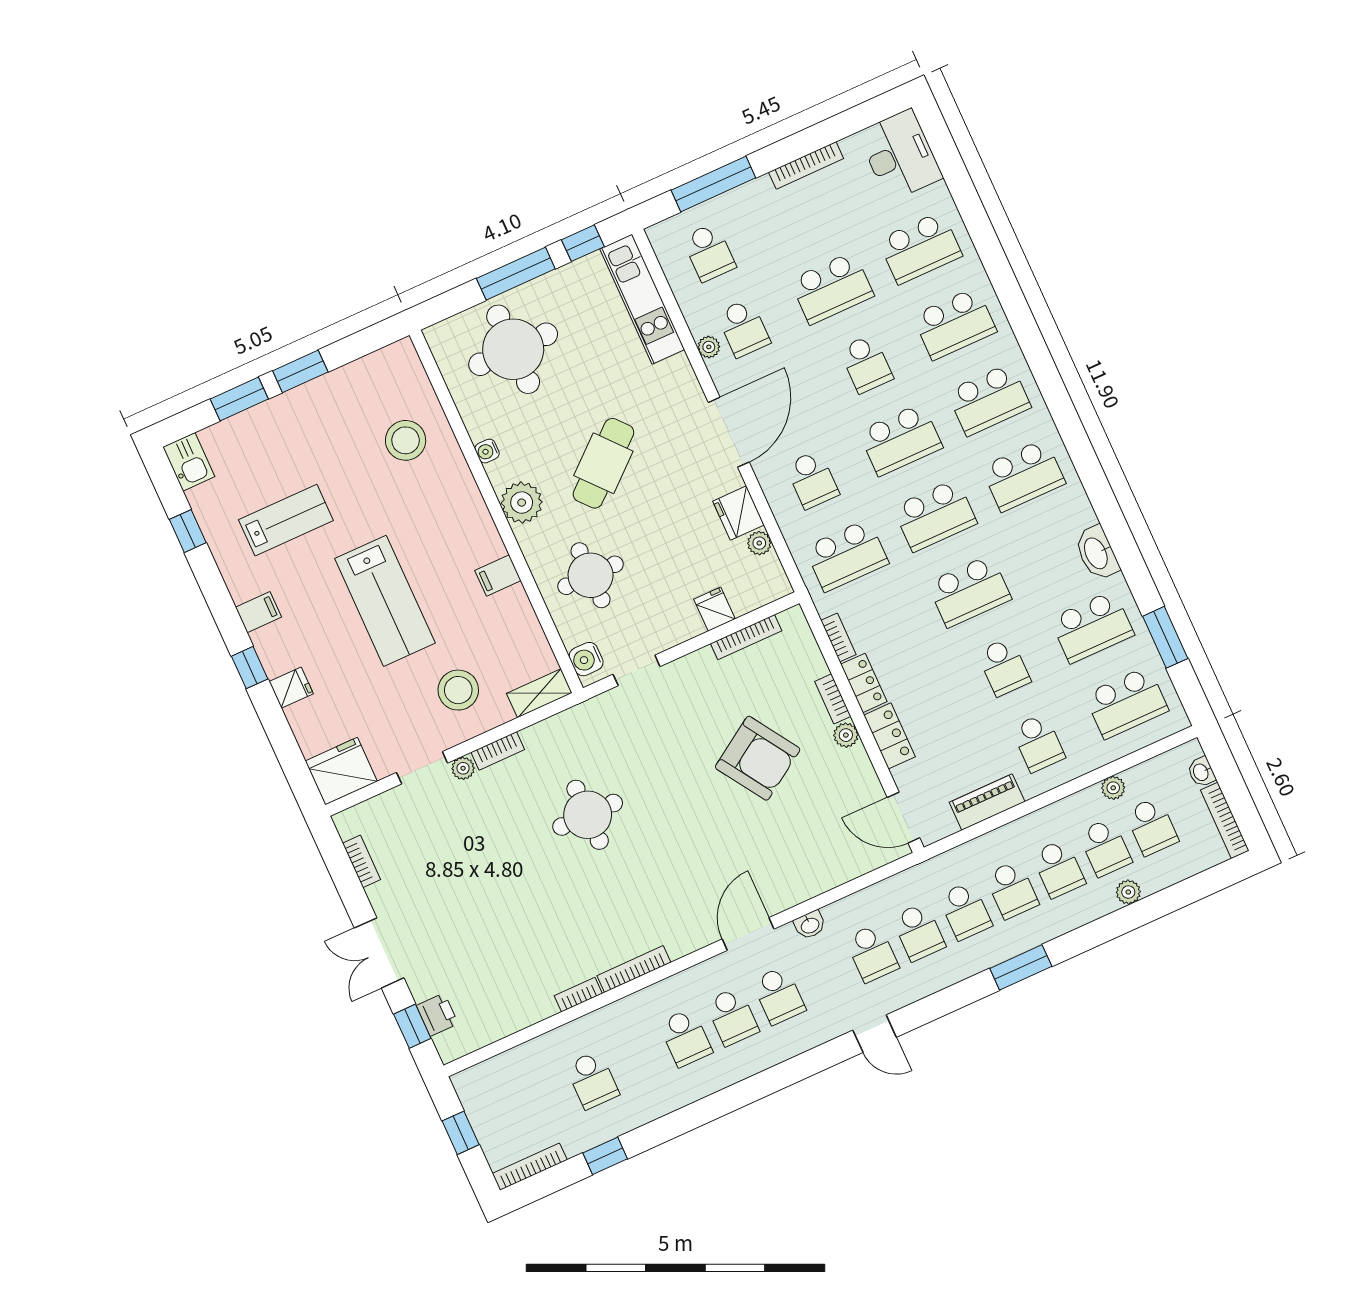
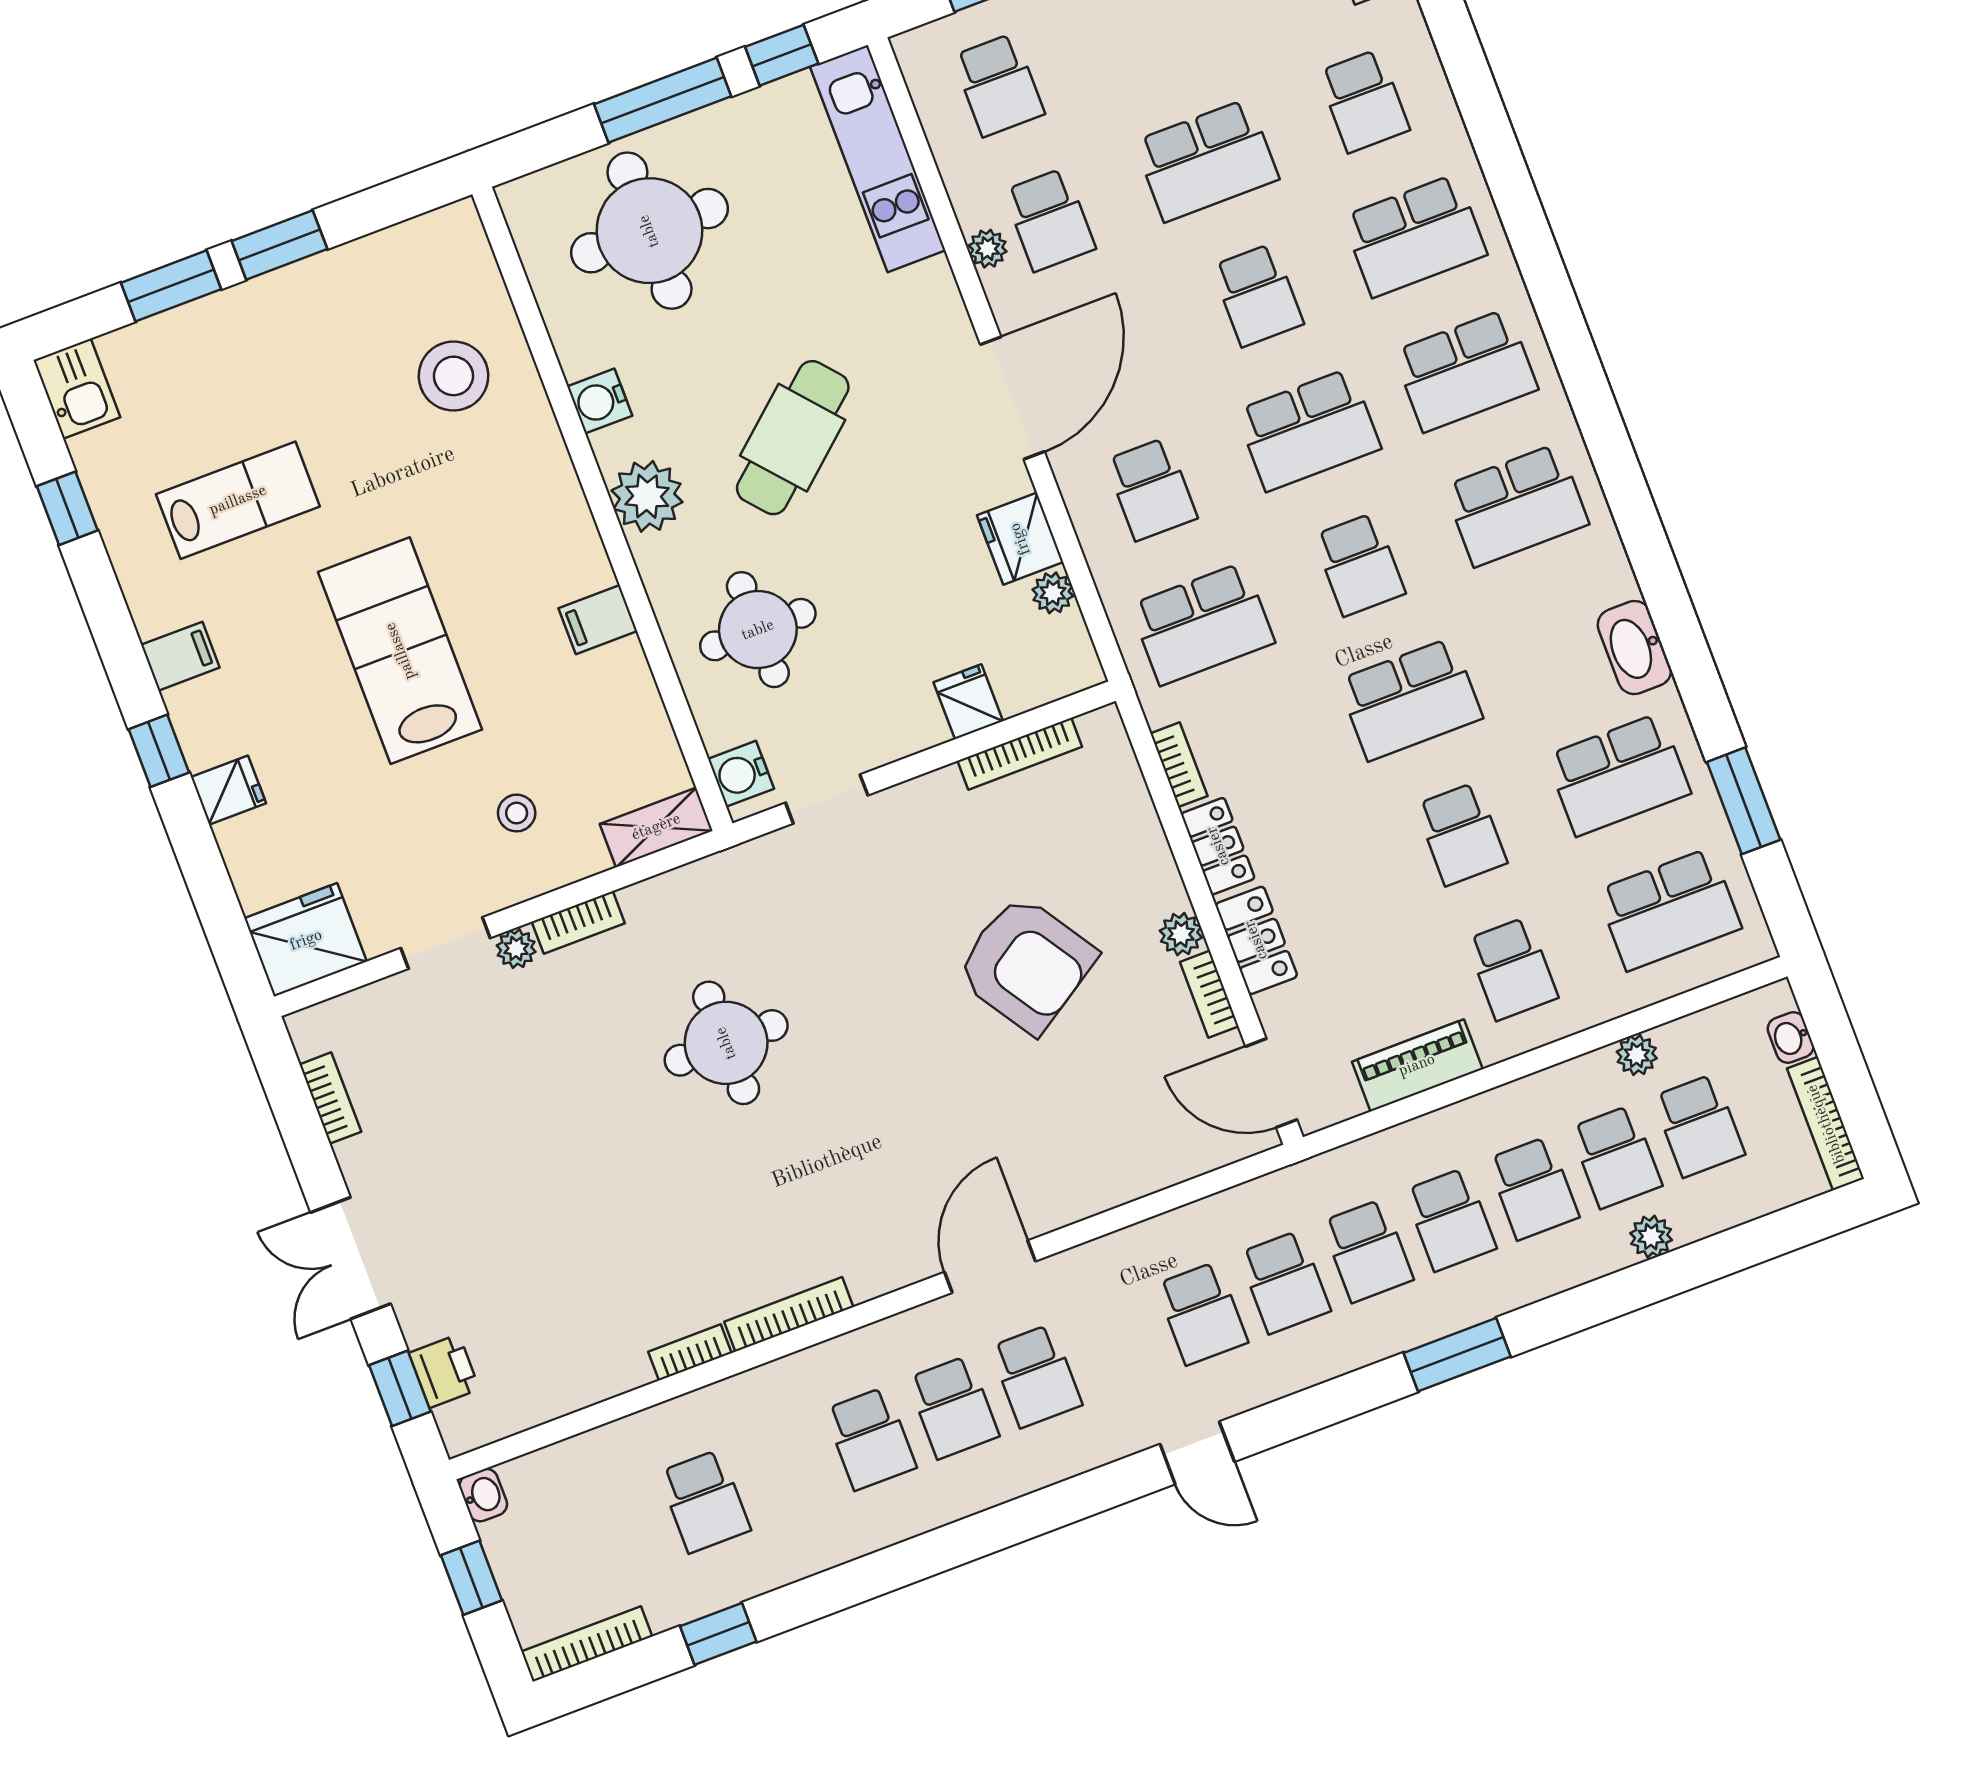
school desk: (920, 248) -> (1364, 101), width x0.54
water cooler: (487, 451) -> (600, 401), width x1.38, depth x1.38
school desk: (935, 515) -> (1359, 564), width x0.54
lab bench: (385, 601) -> (400, 651), turned 180
stool: (458, 690) -> (517, 813), width x0.53, depth x0.53
bookcase: (833, 699) -> (1209, 994), moved
washbasin: (810, 925) -> (483, 1495), moved, turned -90

